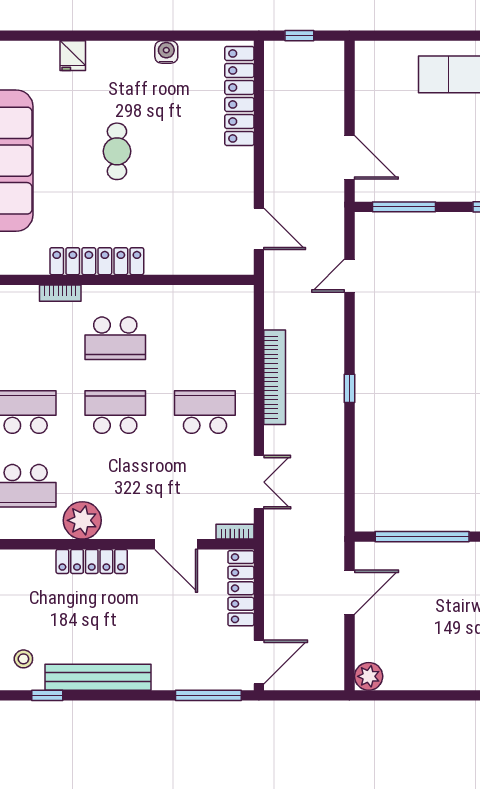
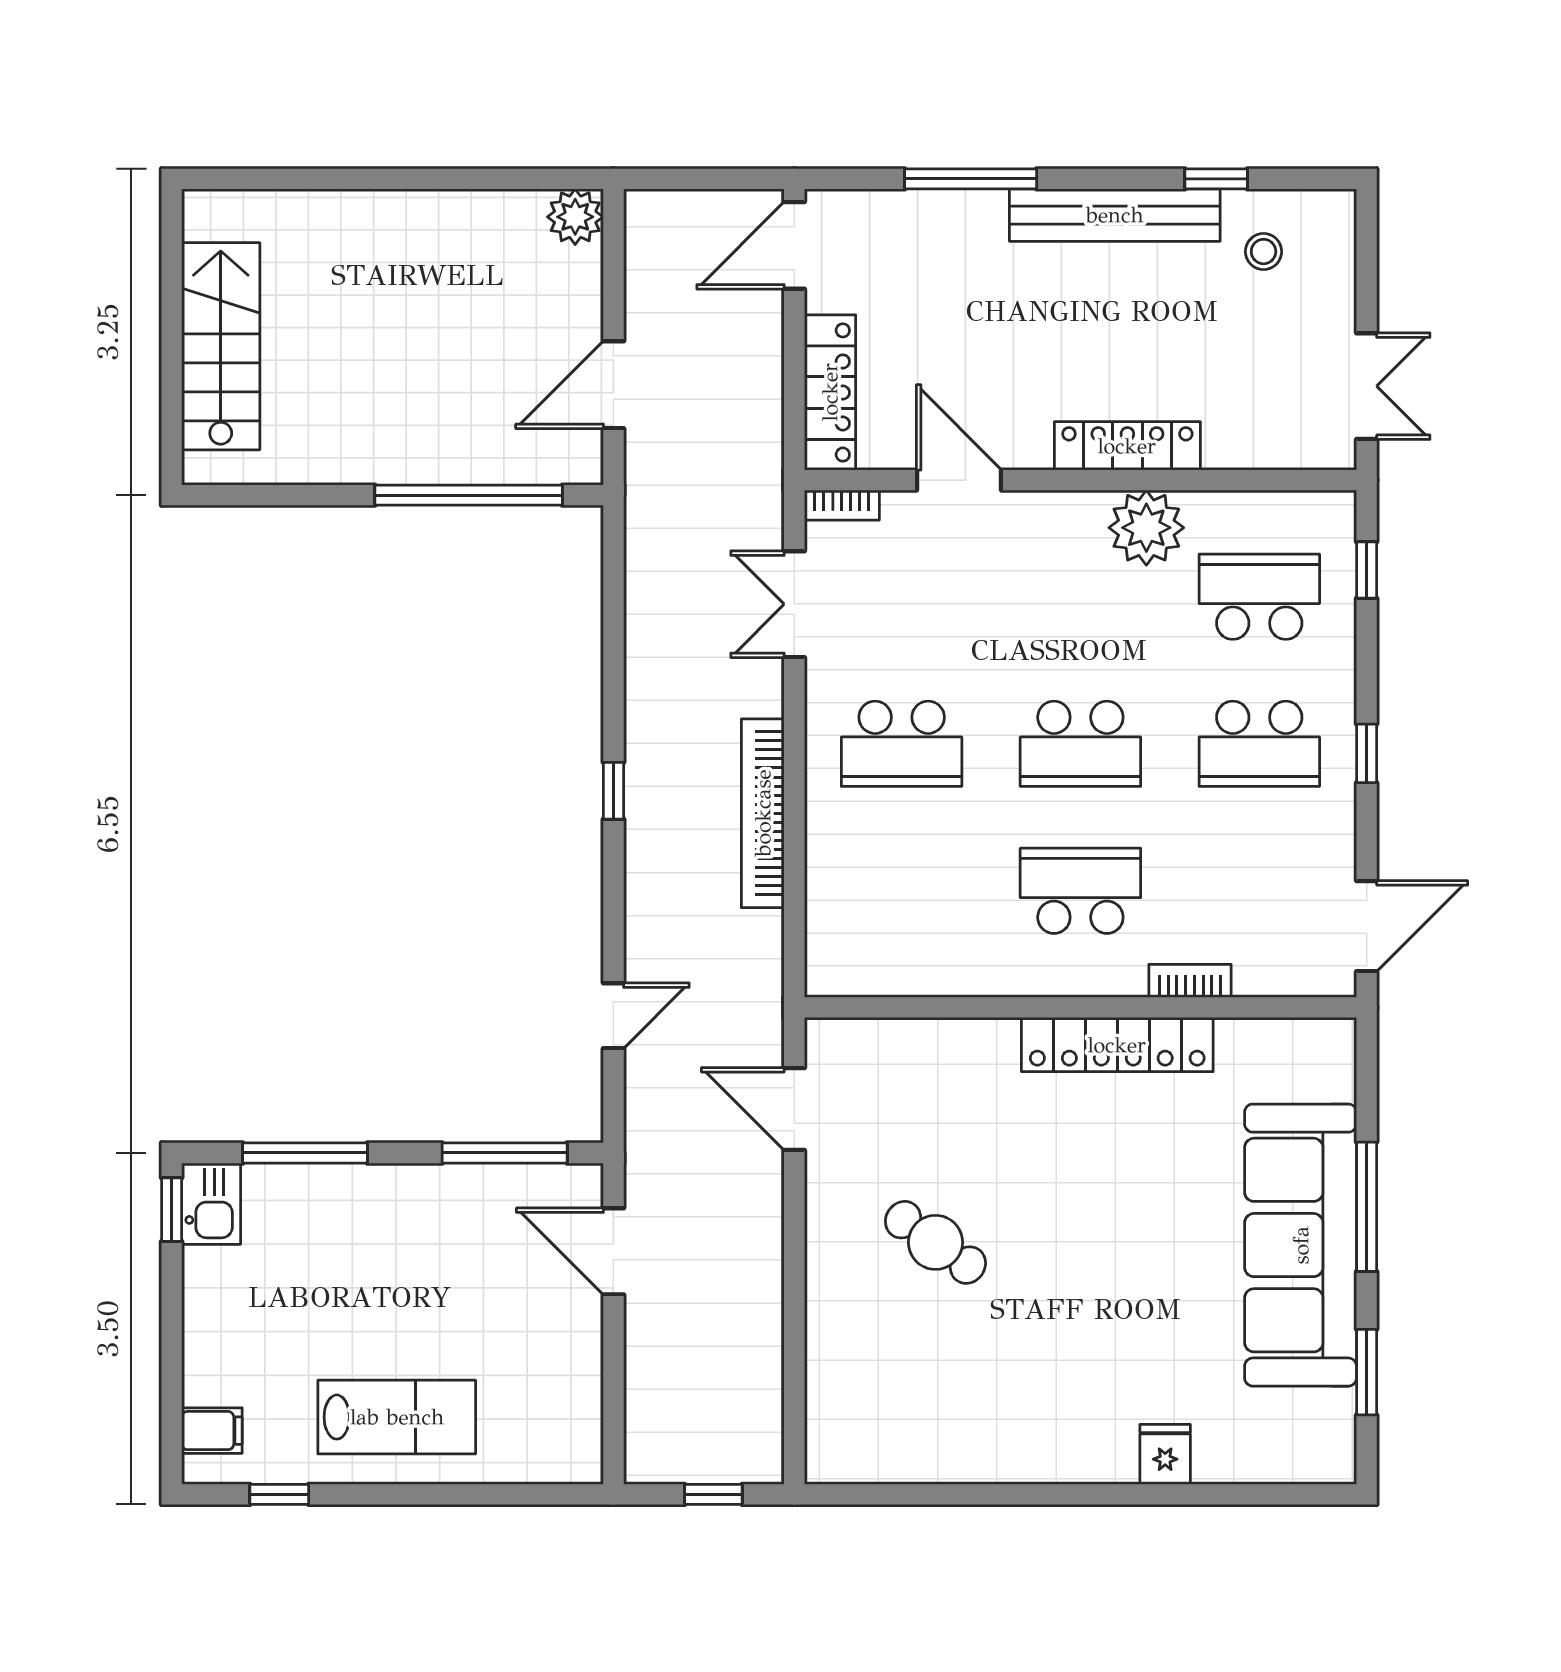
water cooler: (166, 52) -> (979, 1462), removed
locker: (239, 96) -> (833, 1374), removed
cafe table: (117, 151) -> (935, 1242), moved, turned -55
window: (208, 695) -> (971, 179), moved

